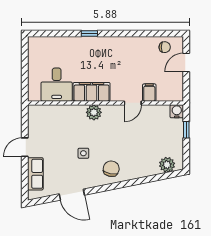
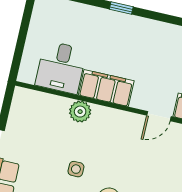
plant: (94, 112) -> (80, 112), moved

